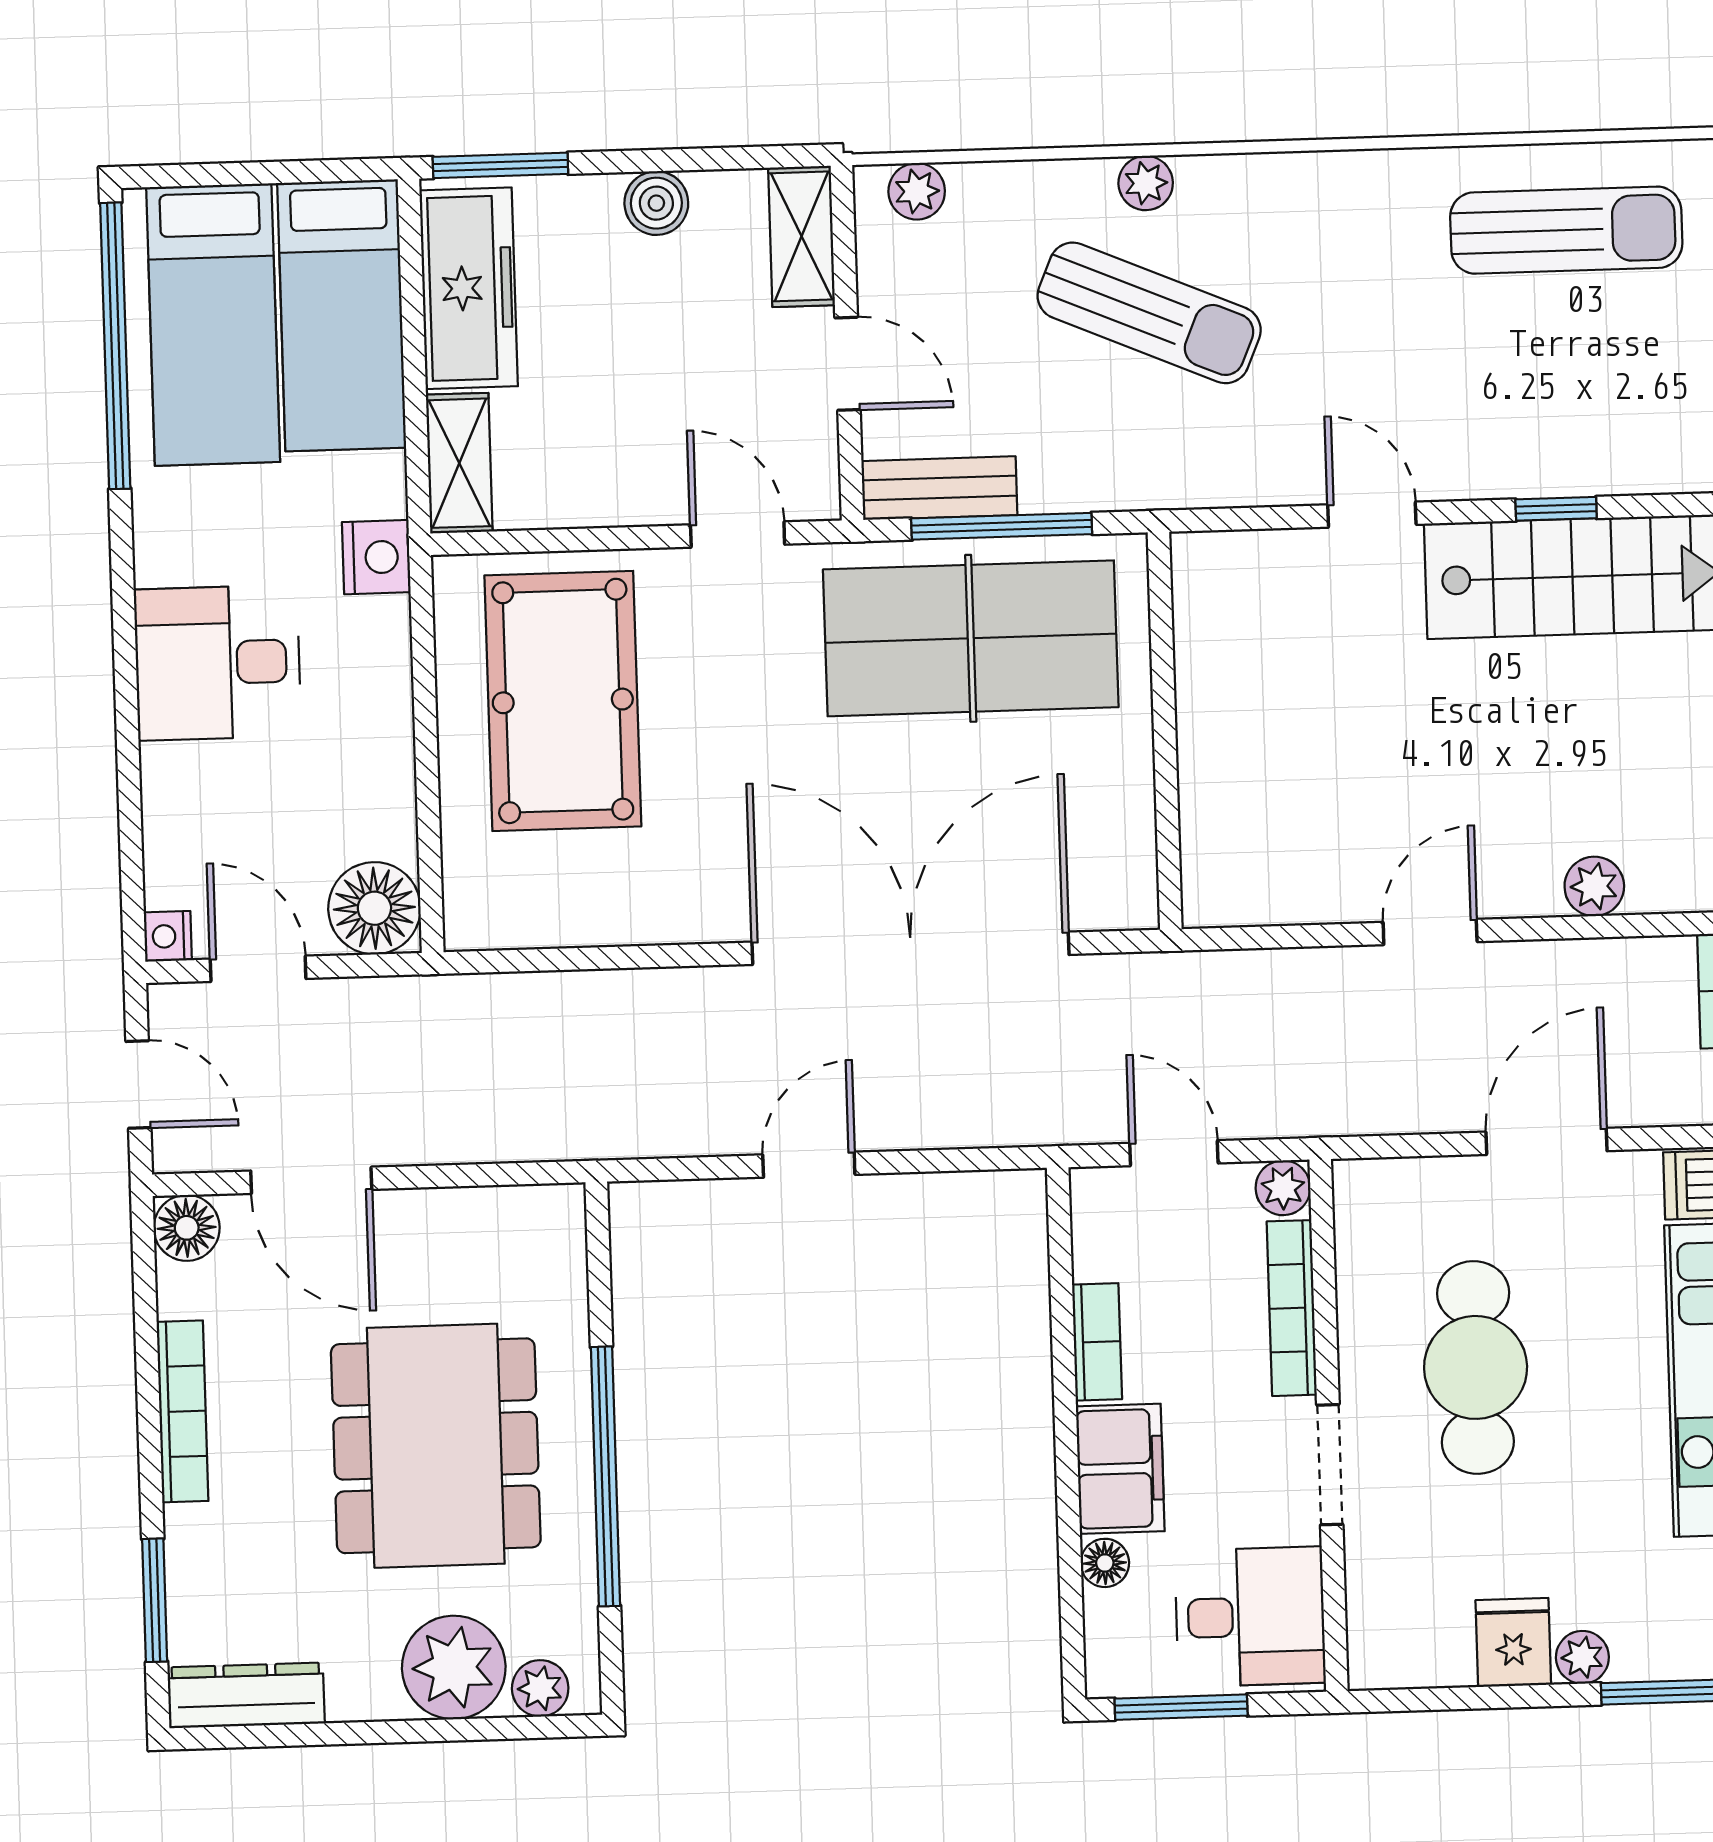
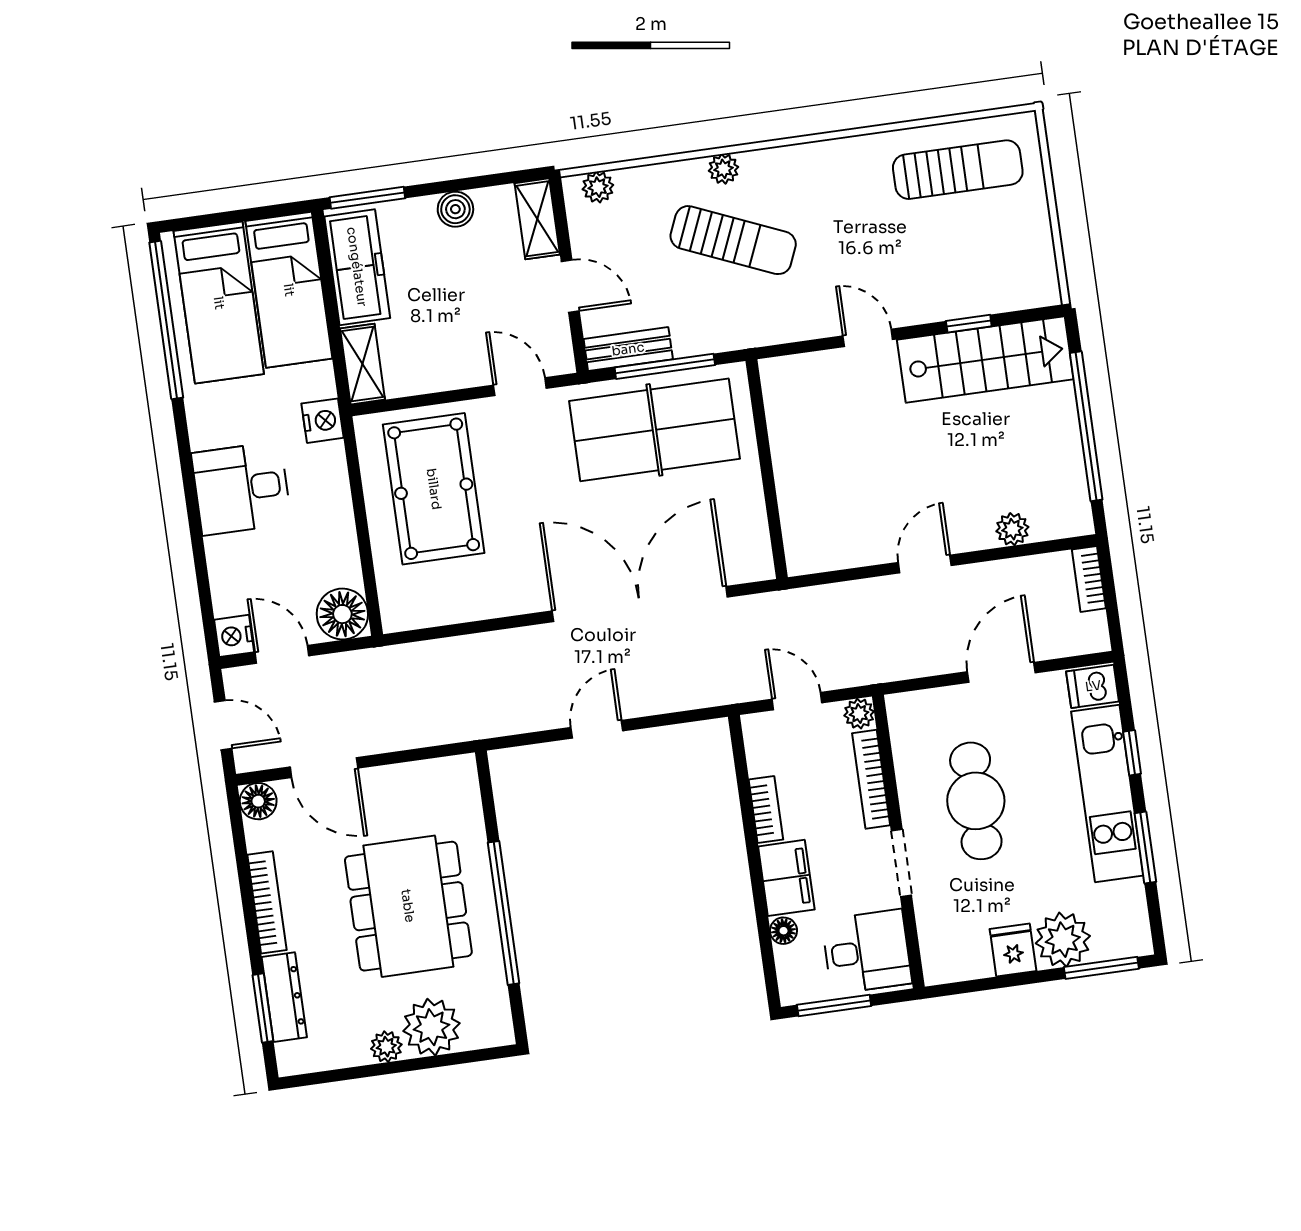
nightstand: (168, 936) -> (234, 636), width x1.39, depth x1.35
plant: (1582, 1657) -> (1063, 940), width x1.88, depth x1.88
plant: (540, 1688) -> (386, 1047), moved
dresser: (246, 1695) -> (284, 997), moved, turned 90

